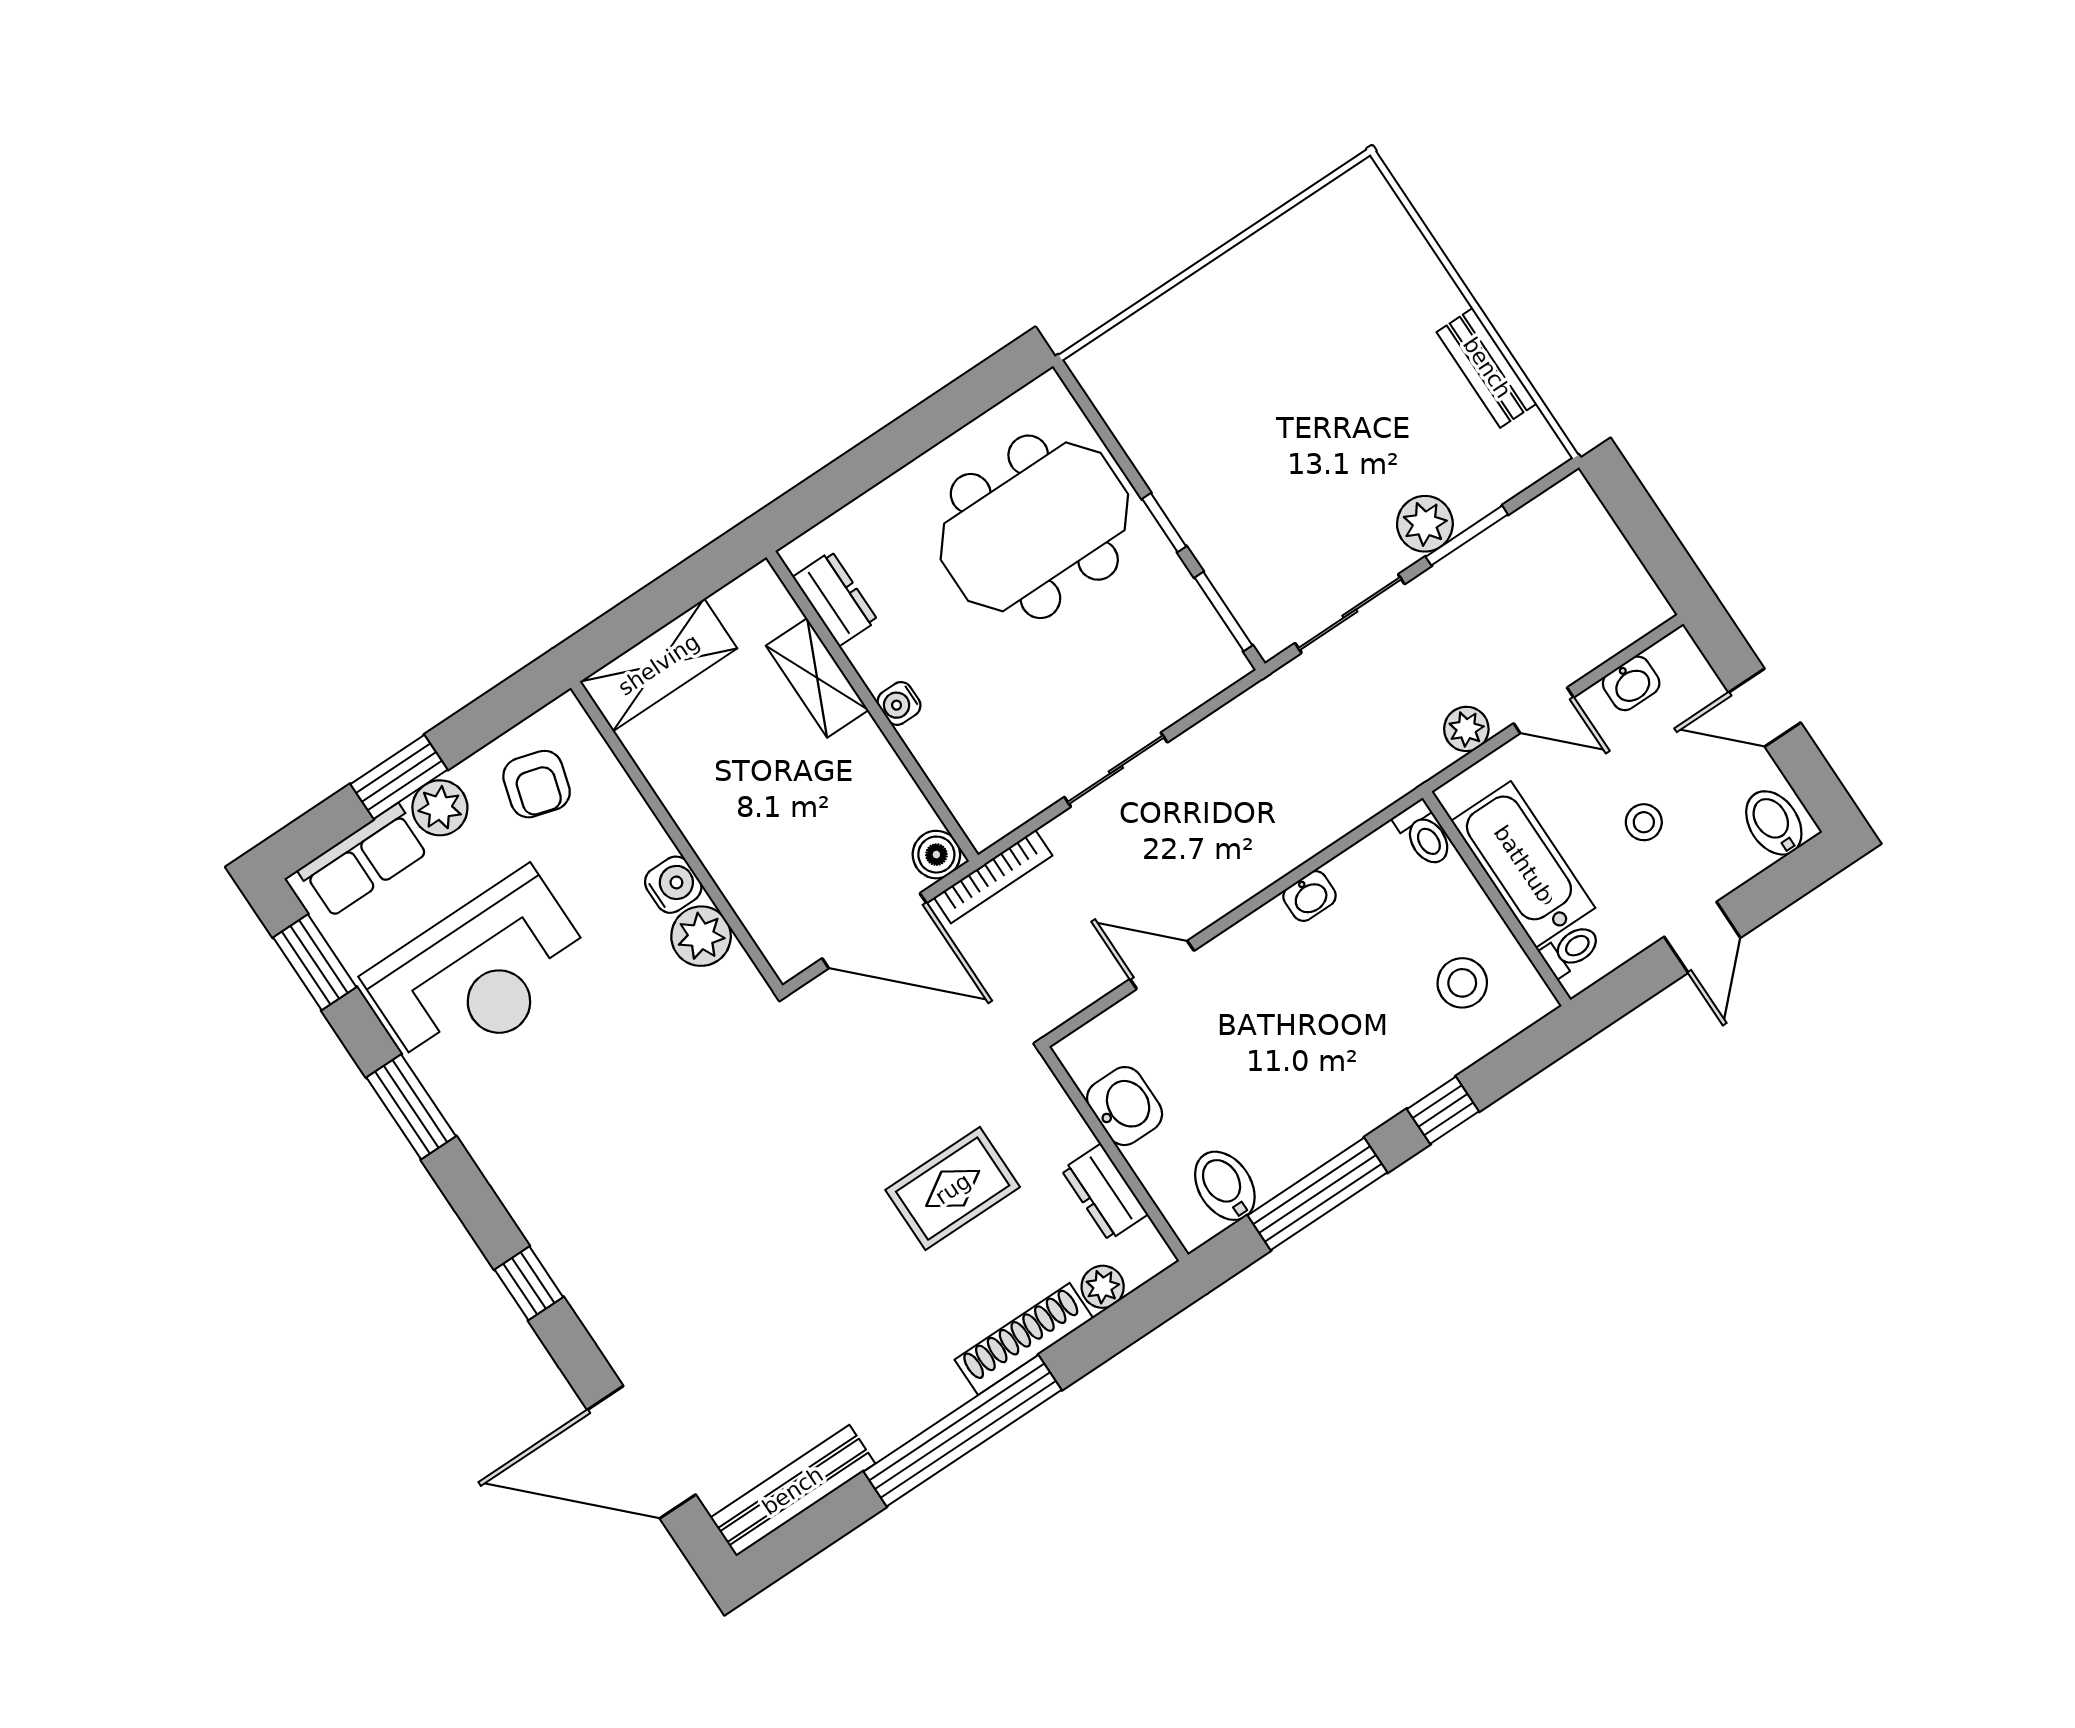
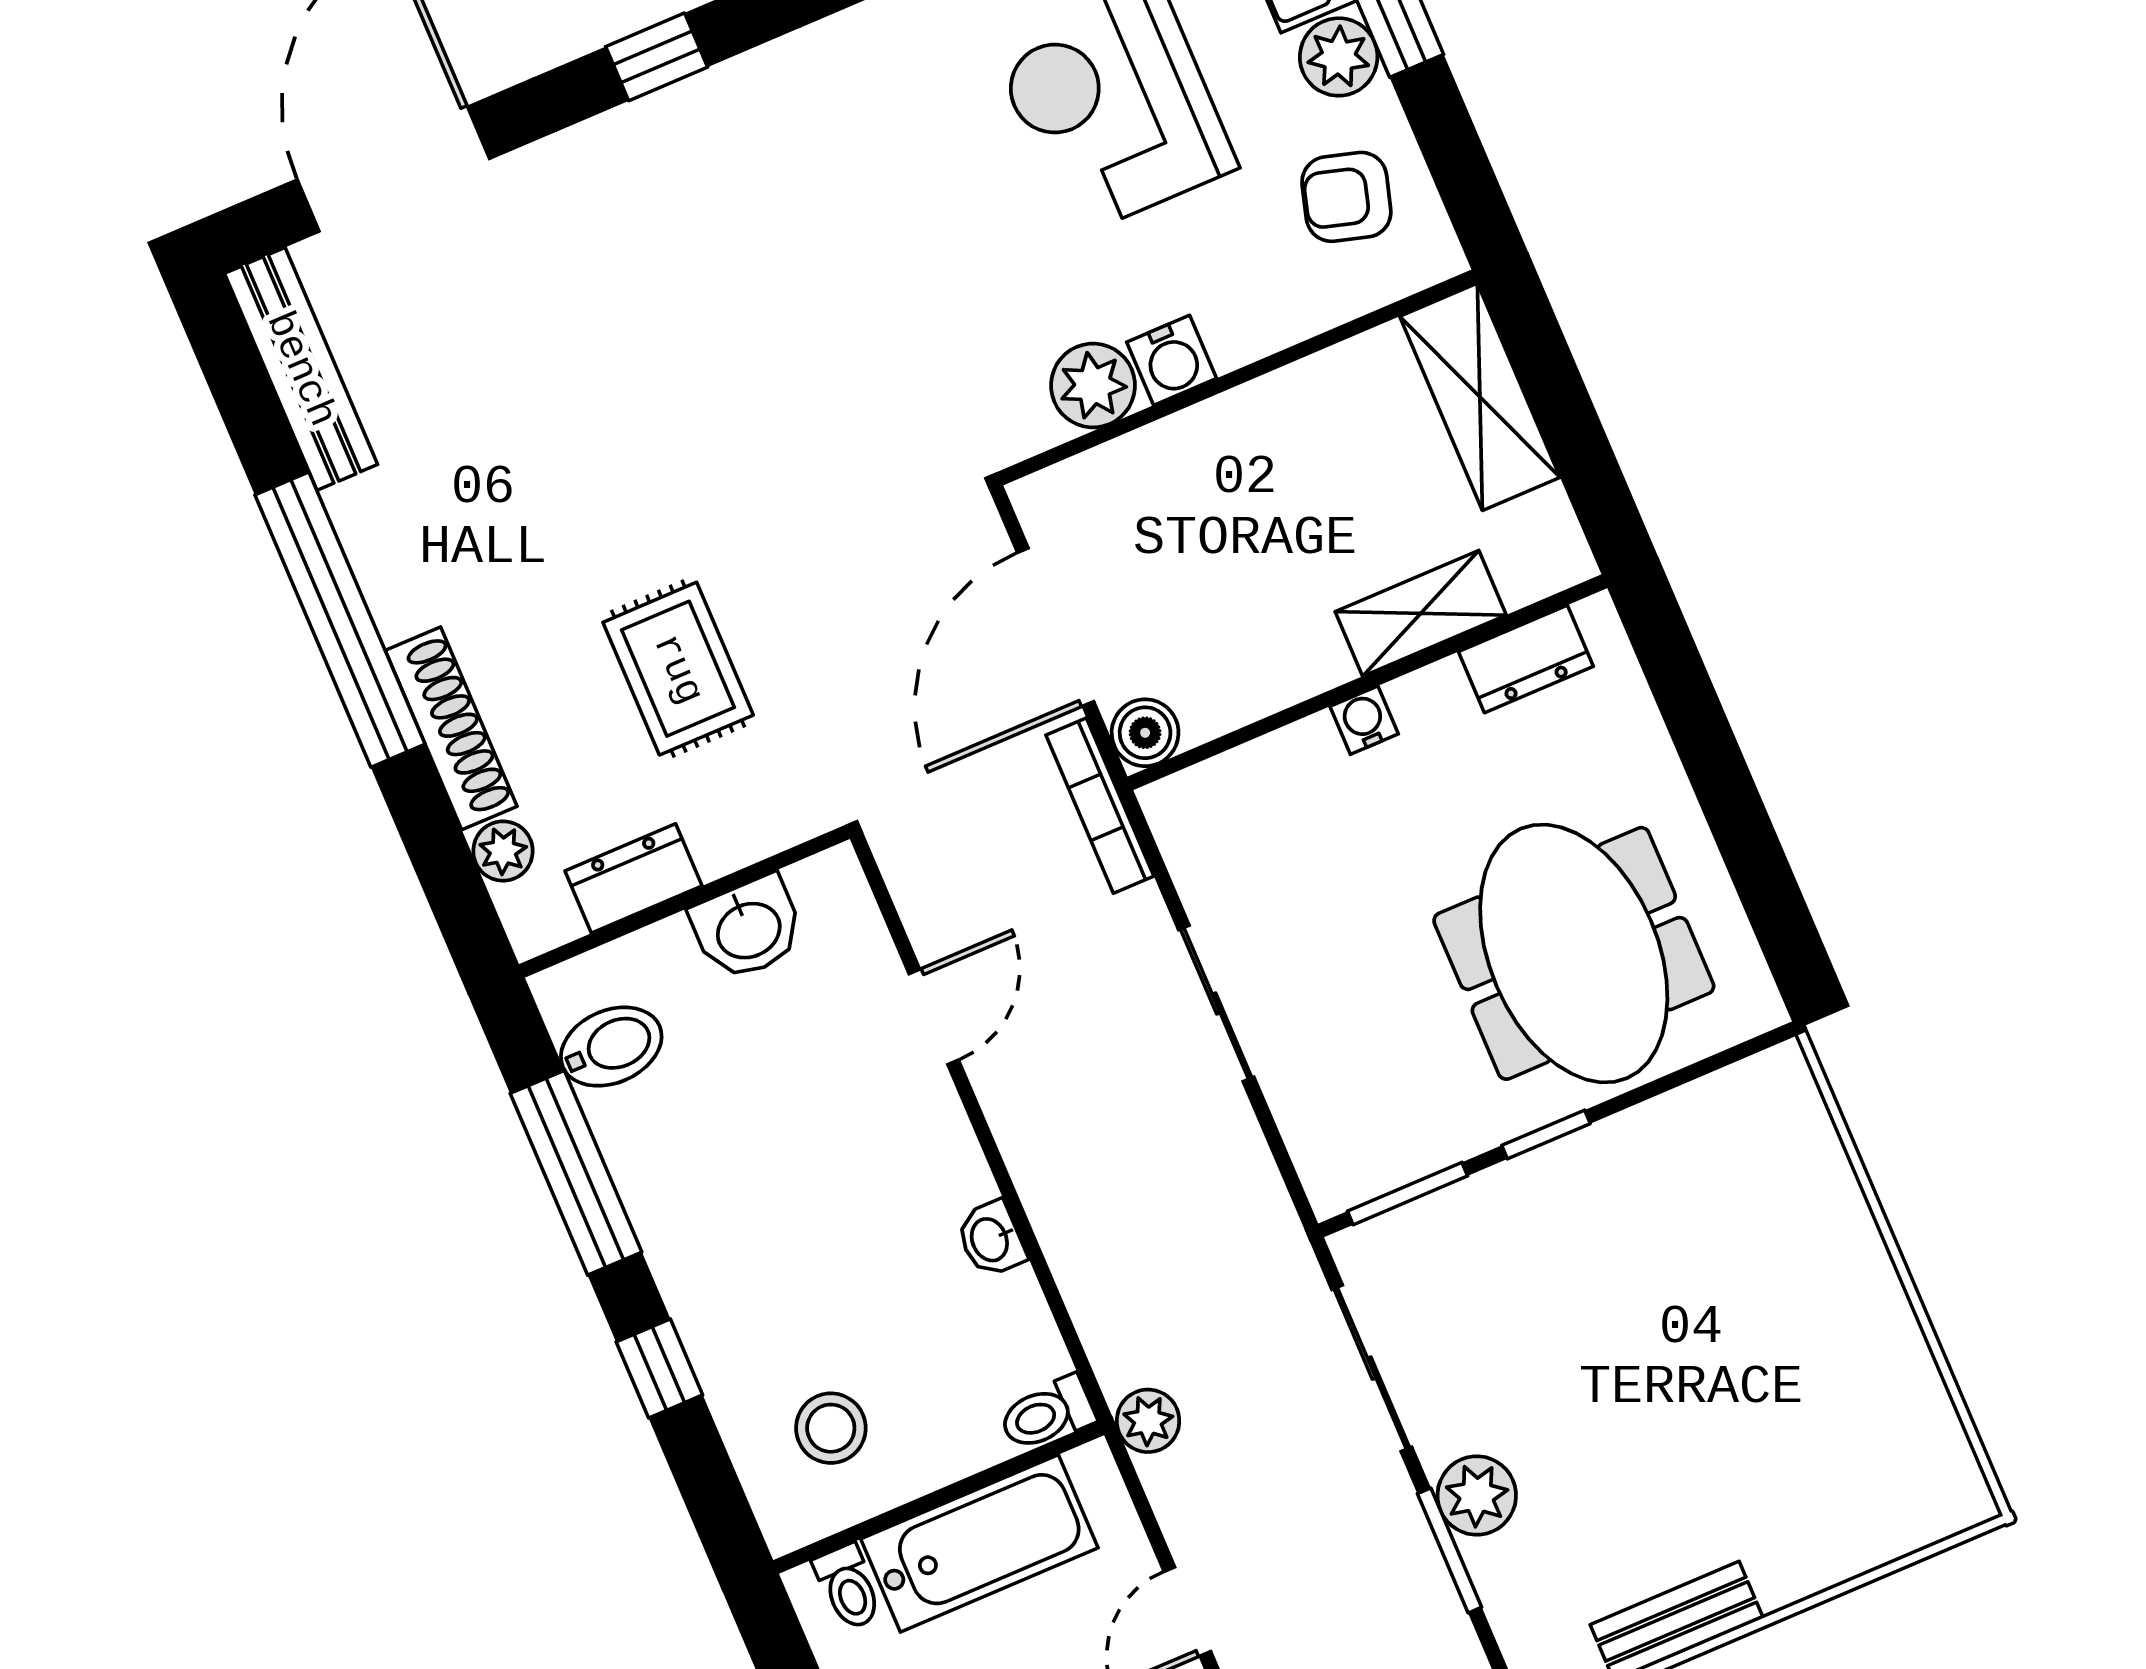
plant: (1466, 729) -> (1148, 1421), moved

